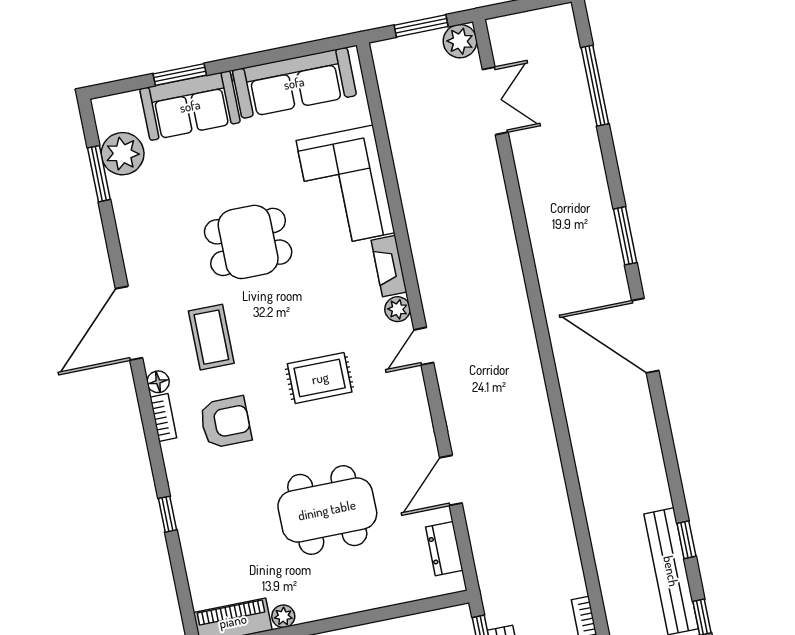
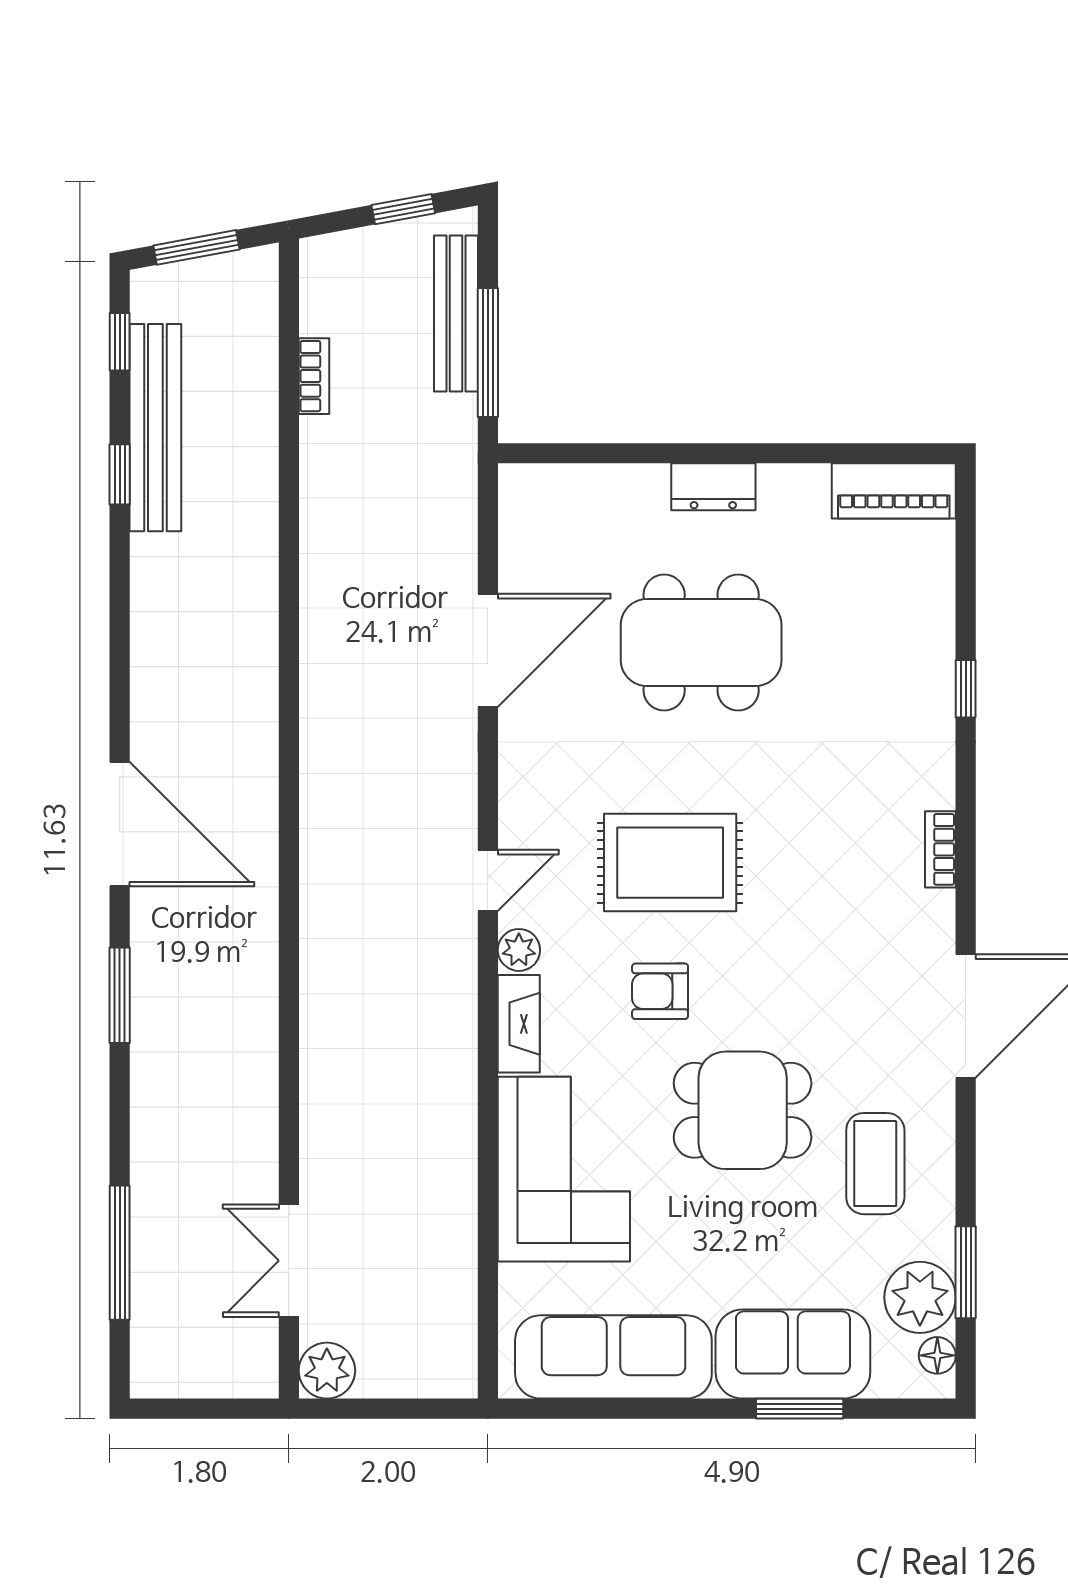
window: (421, 26) -> (386, 1409), removed
coffee table: (211, 337) -> (875, 1164), moved
rug: (320, 378) -> (670, 863), width x1.36, depth x1.43
floor lamp: (158, 382) -> (937, 1355), moved
armchair: (226, 422) -> (660, 991), moved, width x0.72, depth x0.72
door: (451, 480) -> (488, 650), width x1.36
dresser: (444, 549) -> (713, 487), moved, turned 90
plant: (283, 616) -> (809, 482), removed

